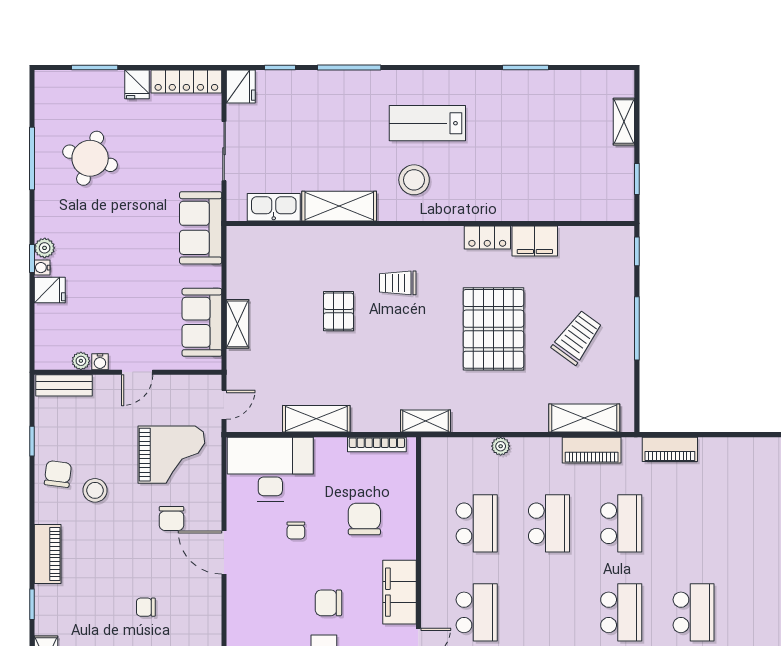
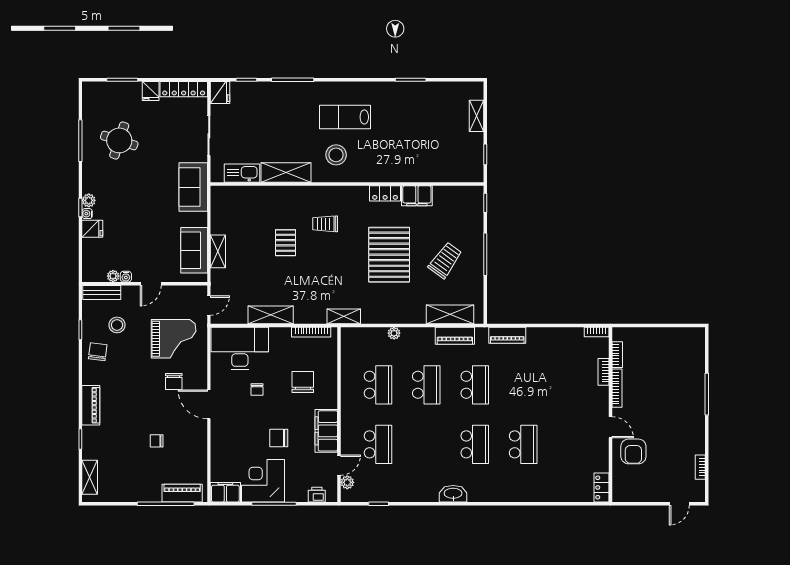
stool: (95, 490) -> (117, 325), moved

